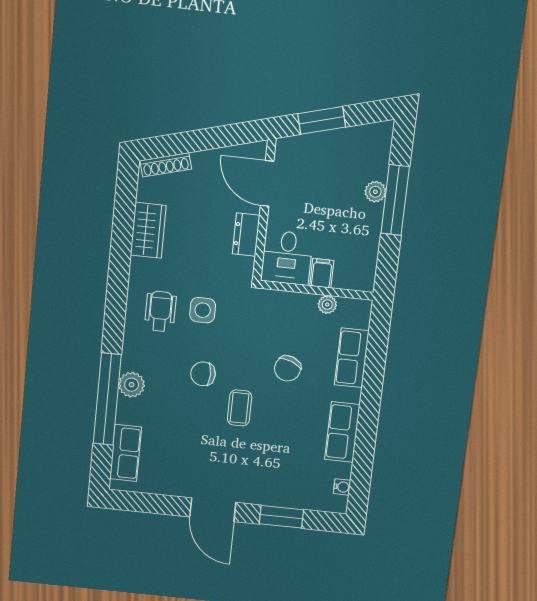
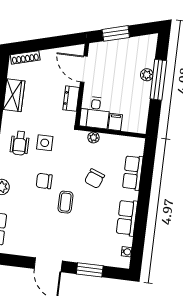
plant: (327, 305) -> (93, 138), moved
wheelchair: (160, 311) -> (20, 143), turned 180

